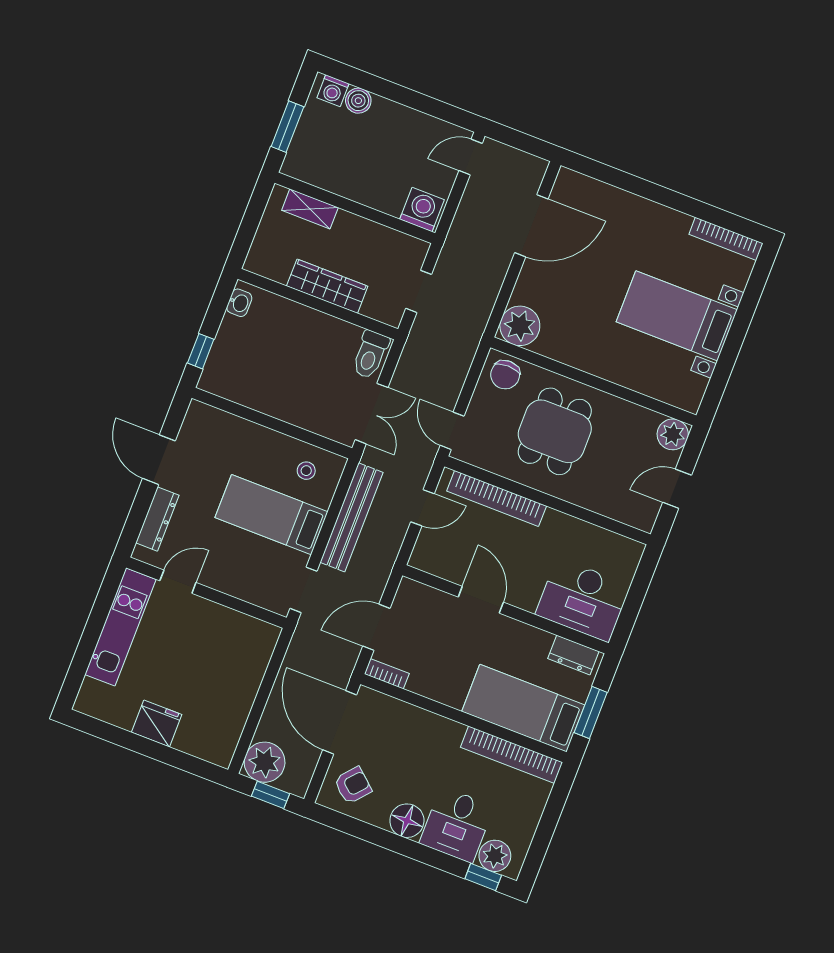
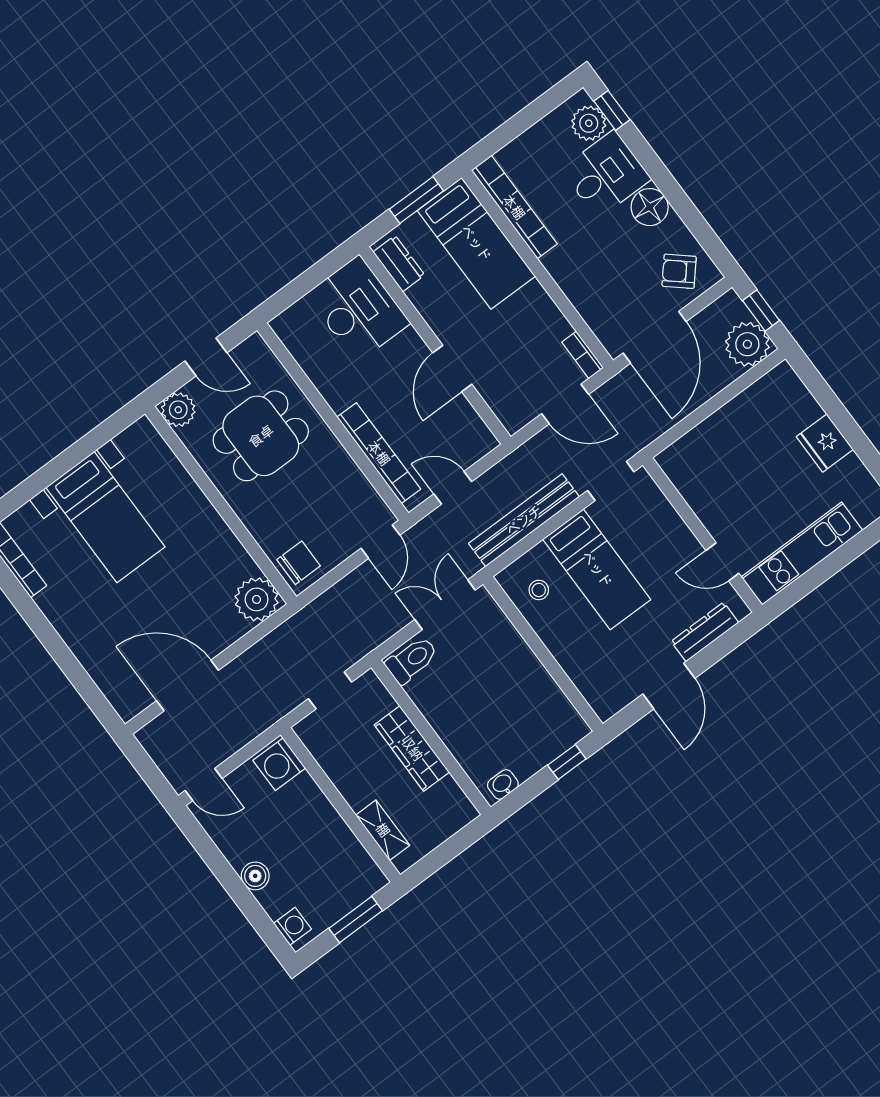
boiler: (358, 101) -> (255, 876), moved
dining table: (555, 431) -> (261, 436), moved

